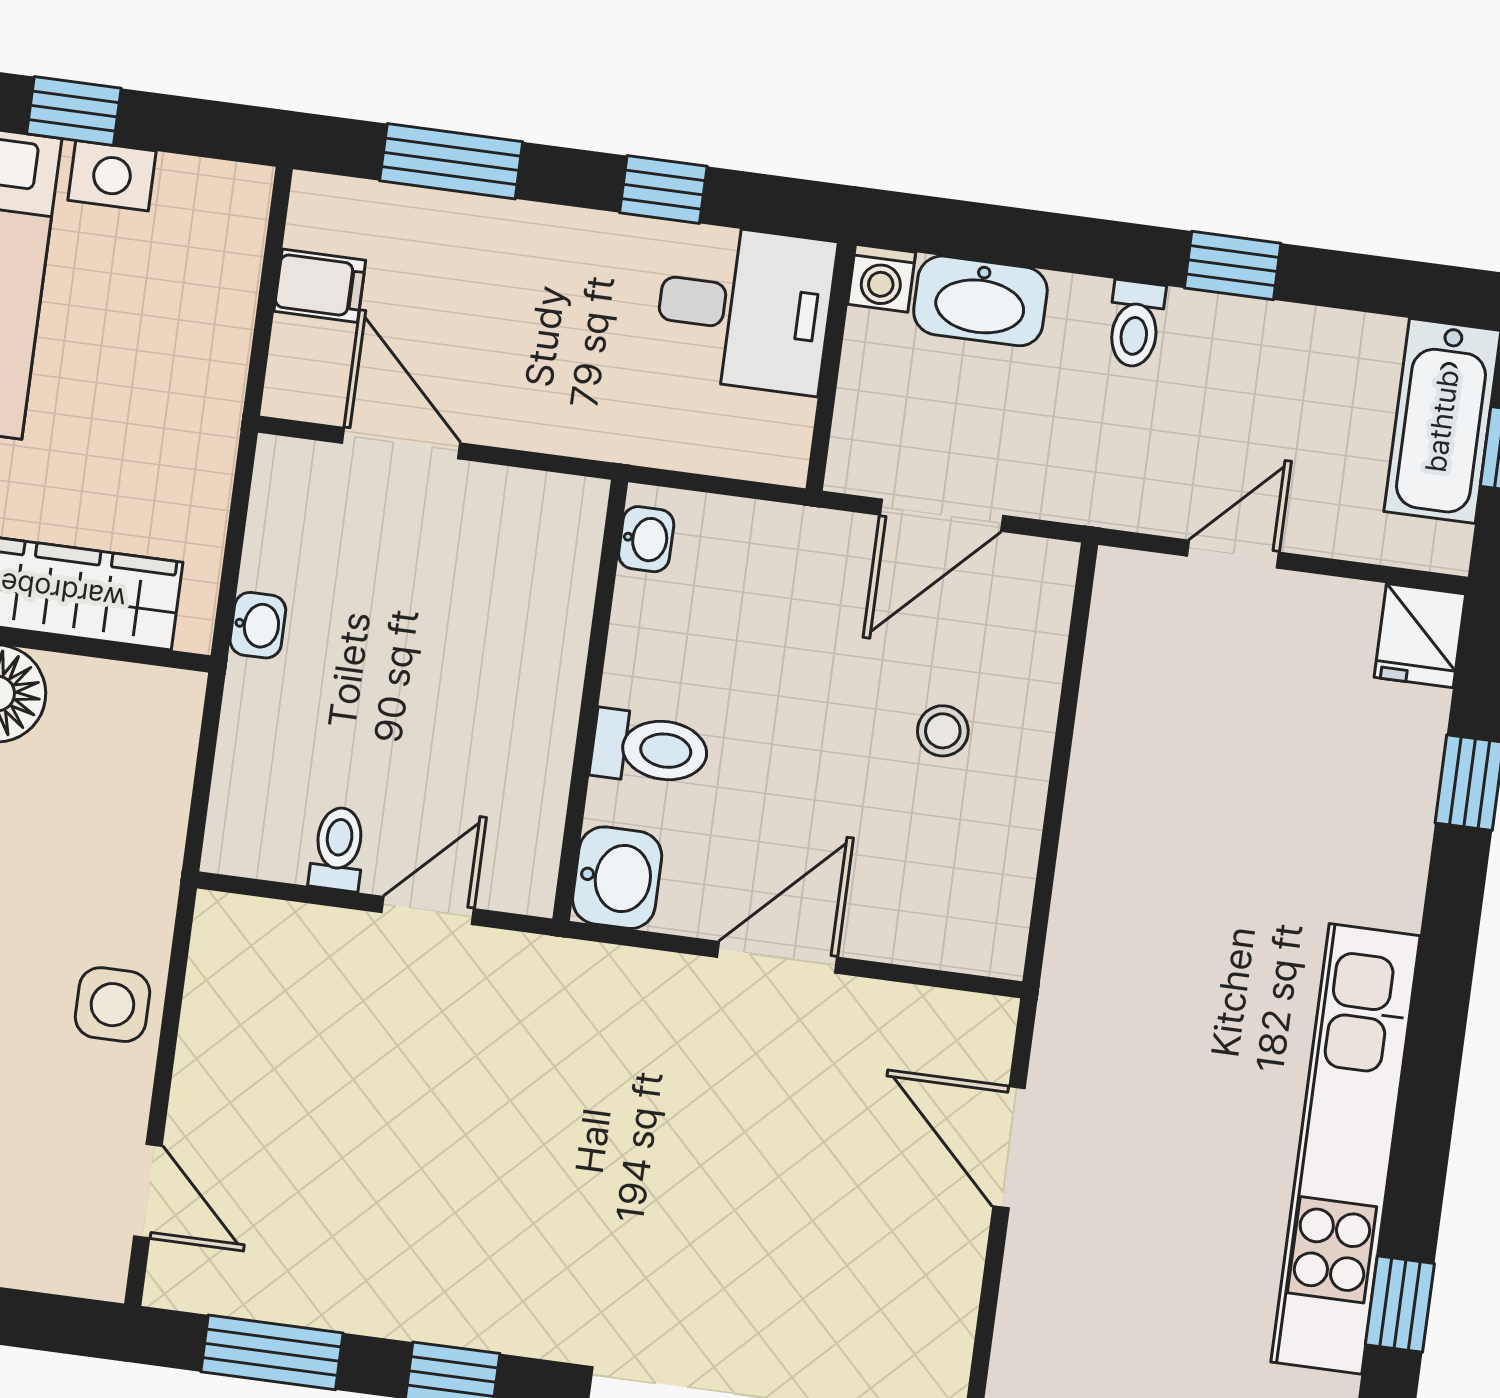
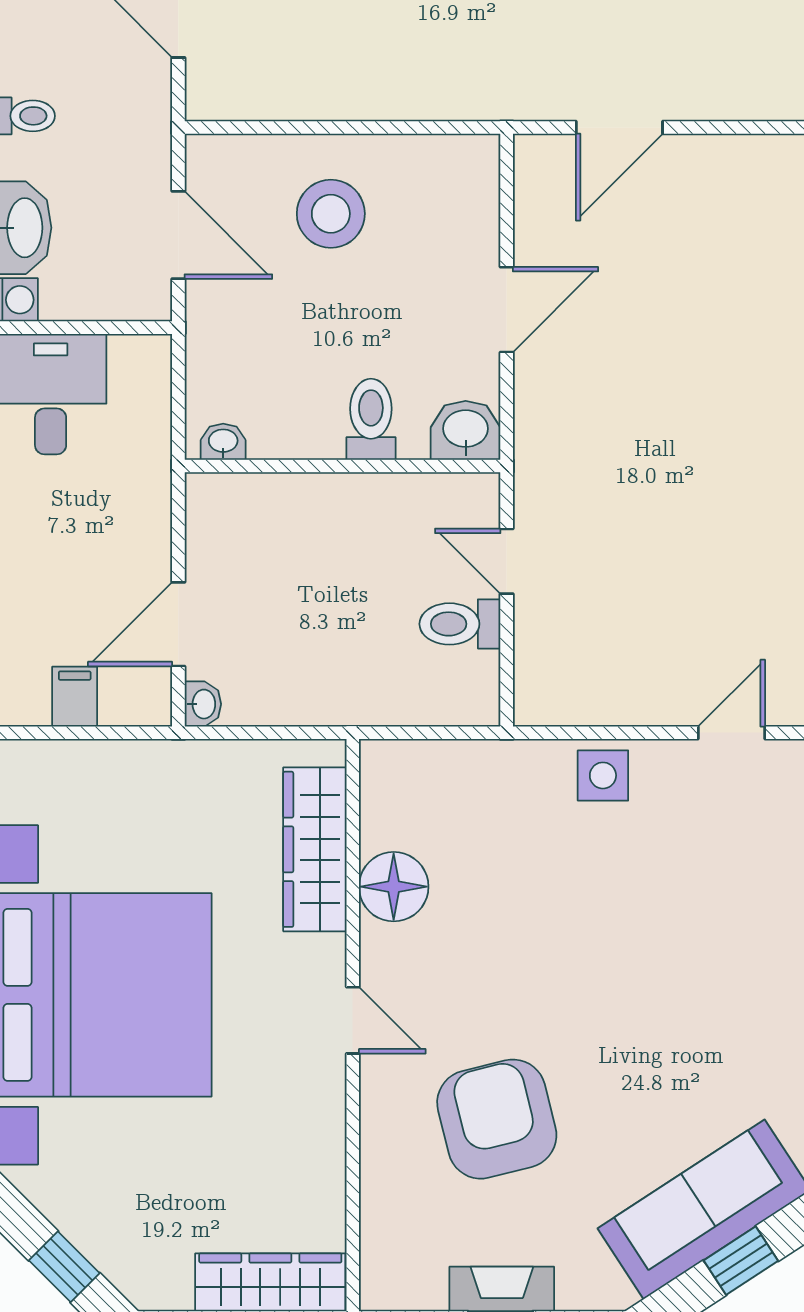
washbasin: (258, 625) -> (203, 704), moved, turned 90
stool: (943, 731) -> (331, 214), width x1.89, depth x1.89
toilet: (338, 849) -> (460, 624), width x1.37, depth x1.39
door: (777, 957) -> (507, 310), swing flipped

